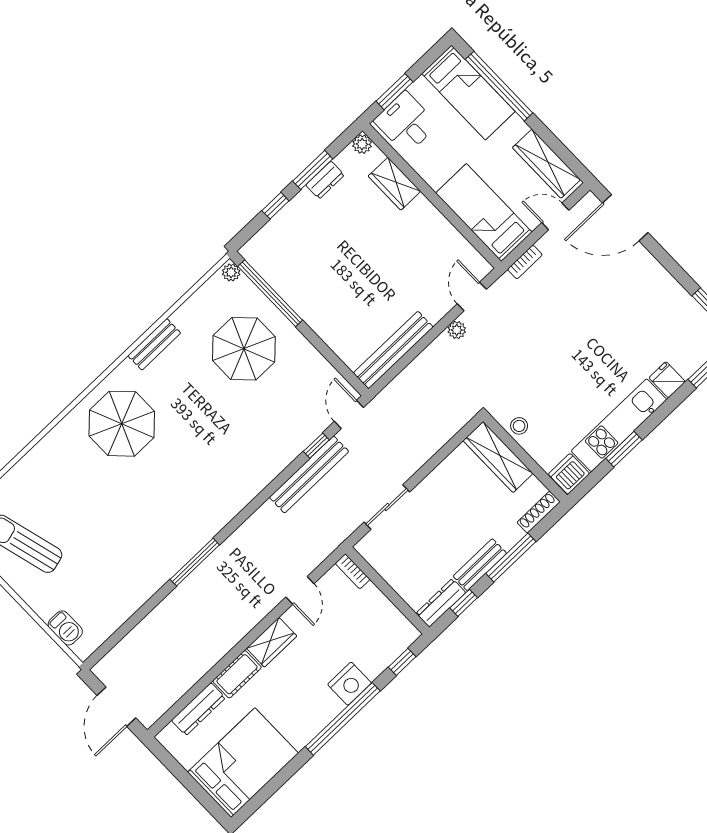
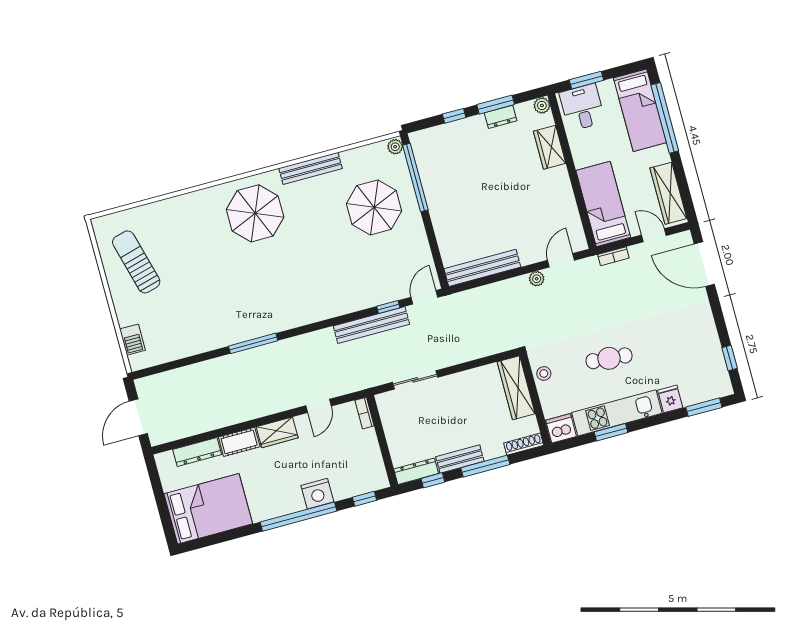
bench: (154, 344) -> (310, 168), width x1.36
cafe table: (579, 372) -> (609, 358), added

